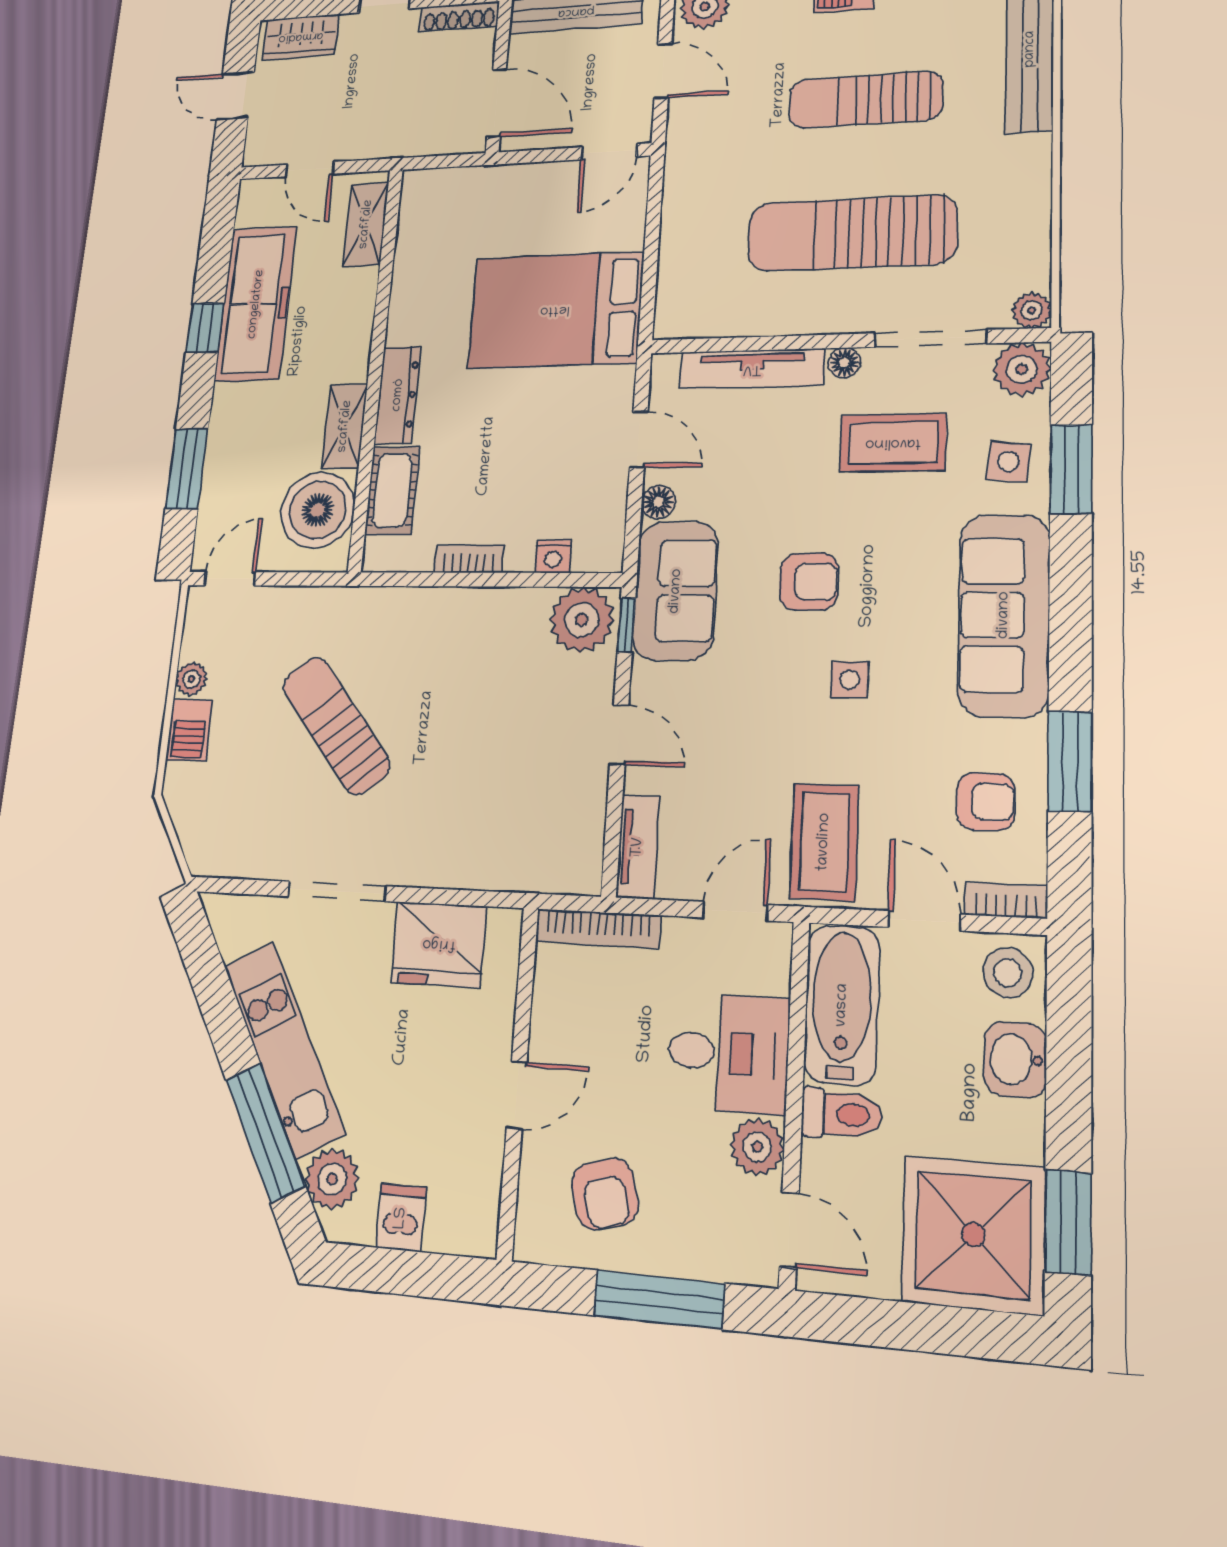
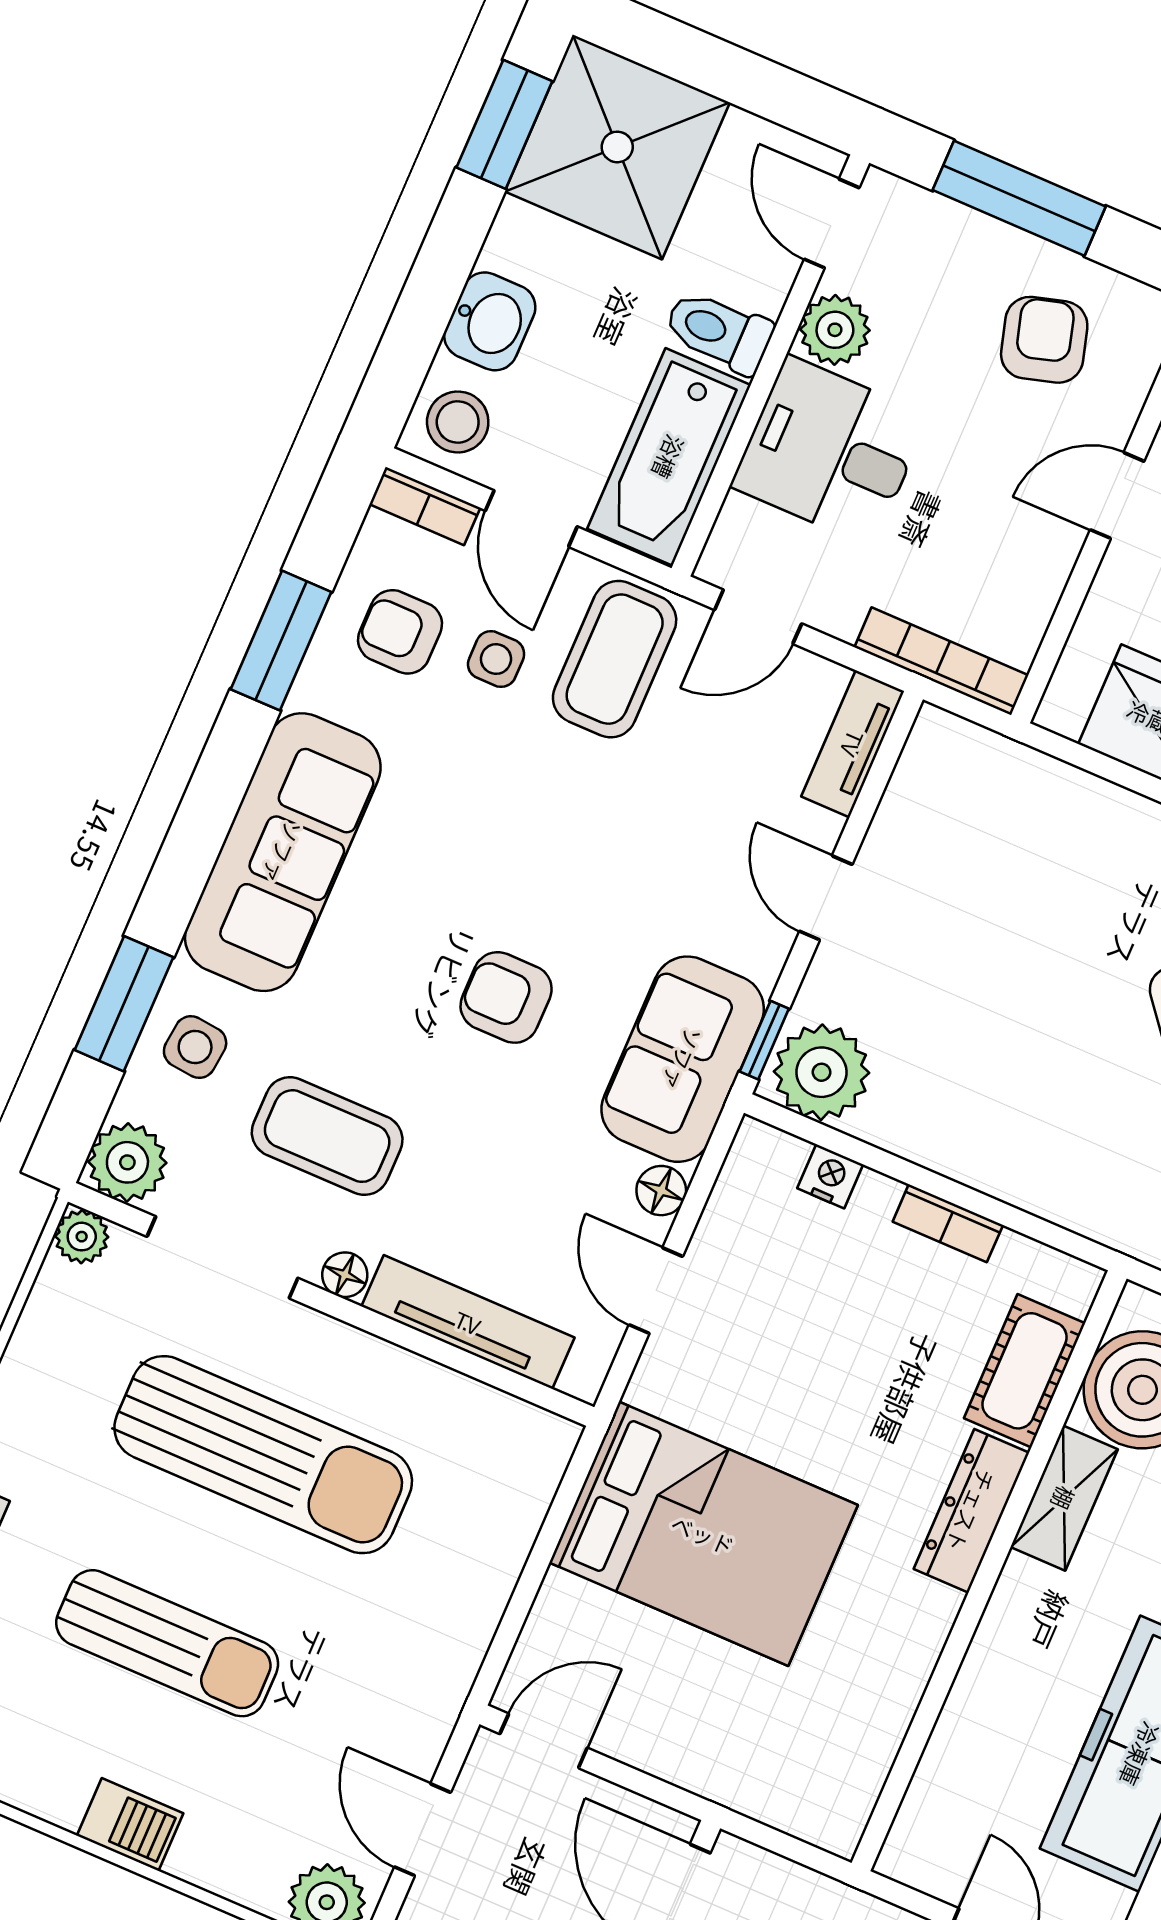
shelving: (366, 224) -> (934, 1802), removed
side table: (849, 680) -> (496, 659), moved

